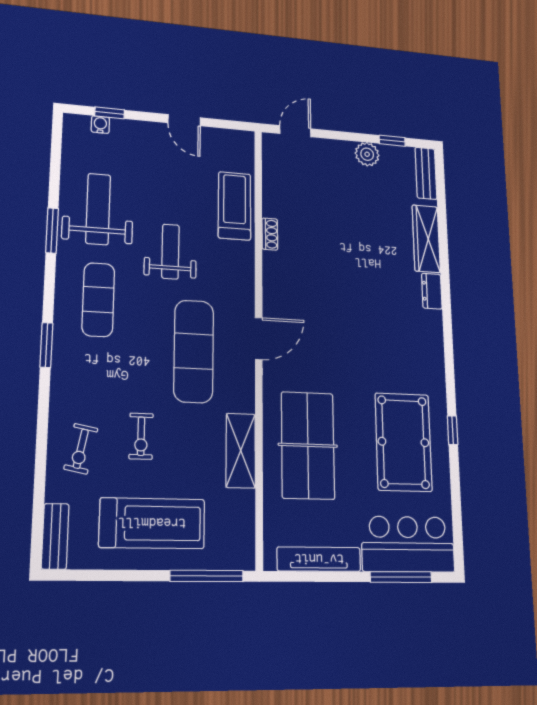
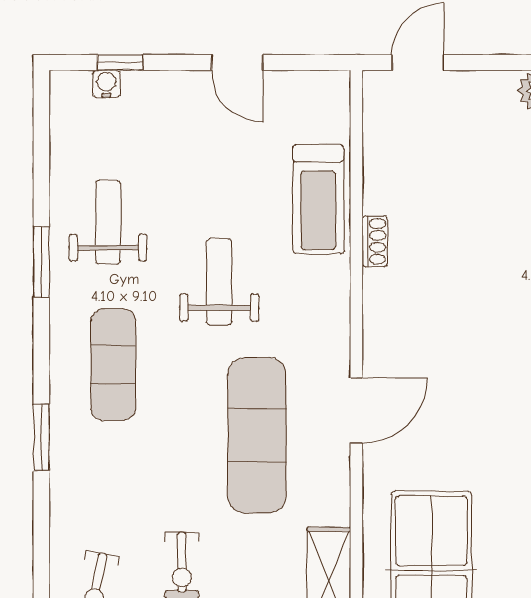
treadmill: (235, 206) -> (318, 199), turned 180
weight bench: (98, 209) -> (108, 222), width x0.73, depth x0.75

